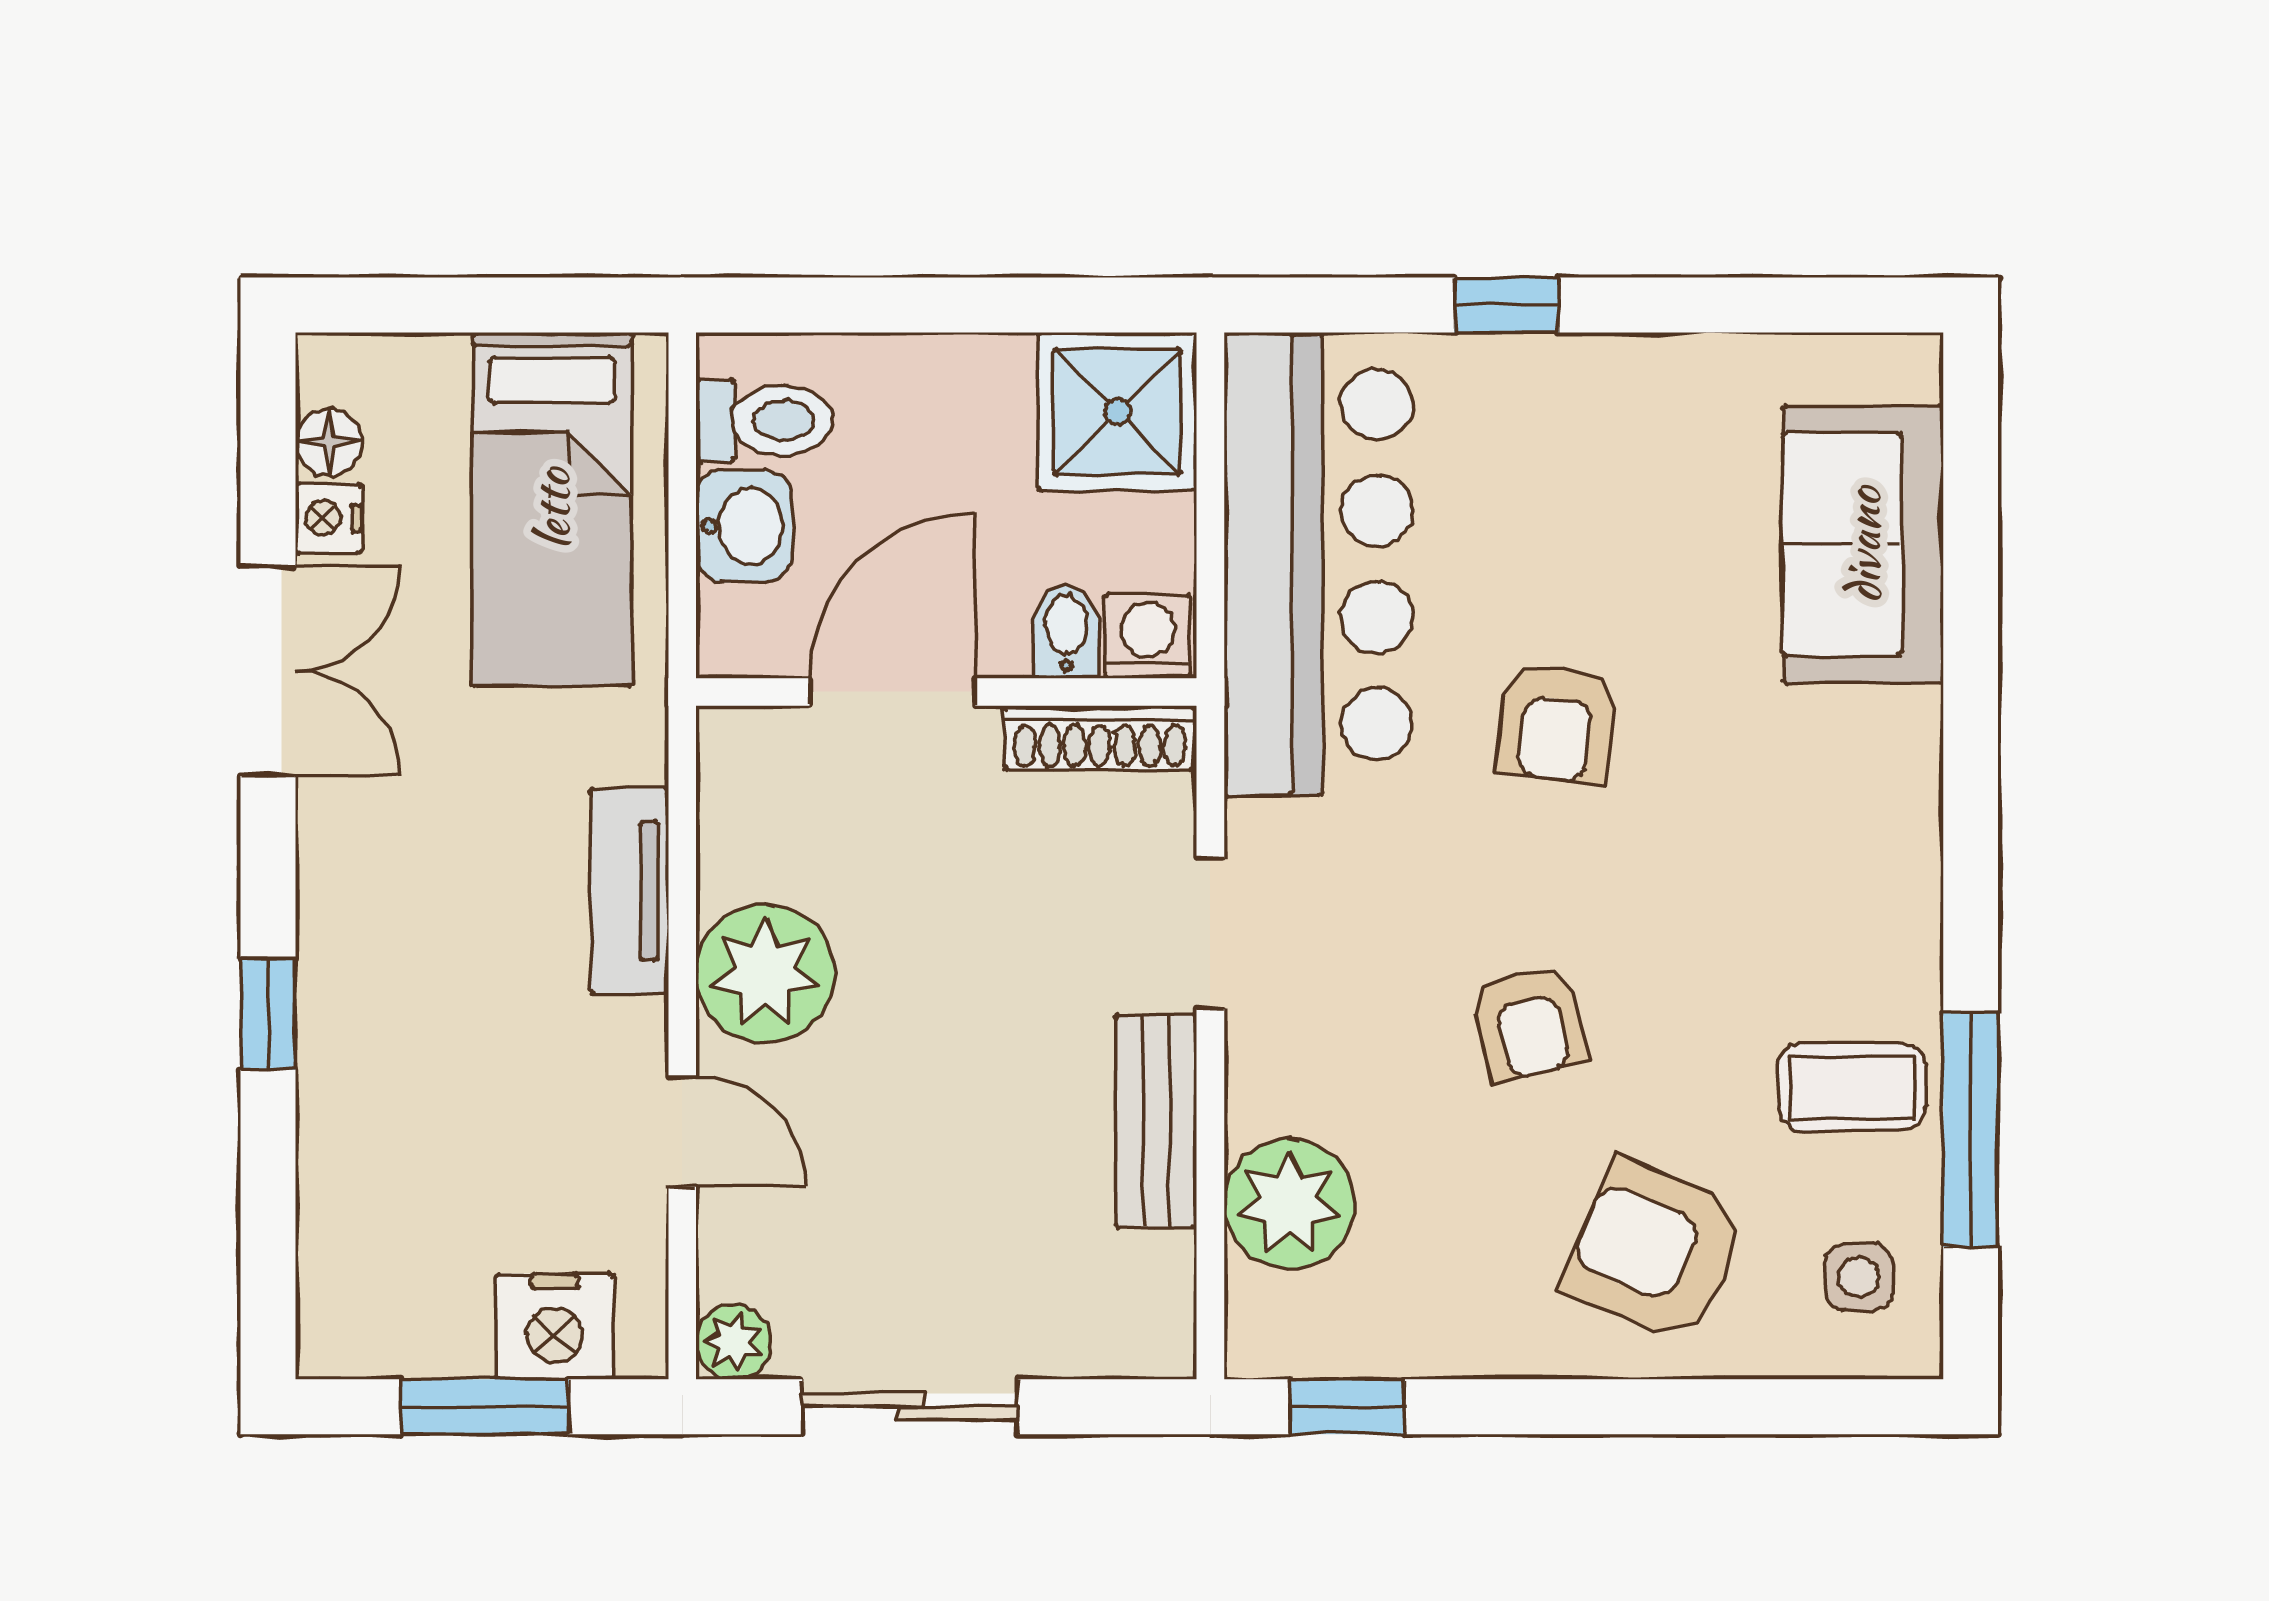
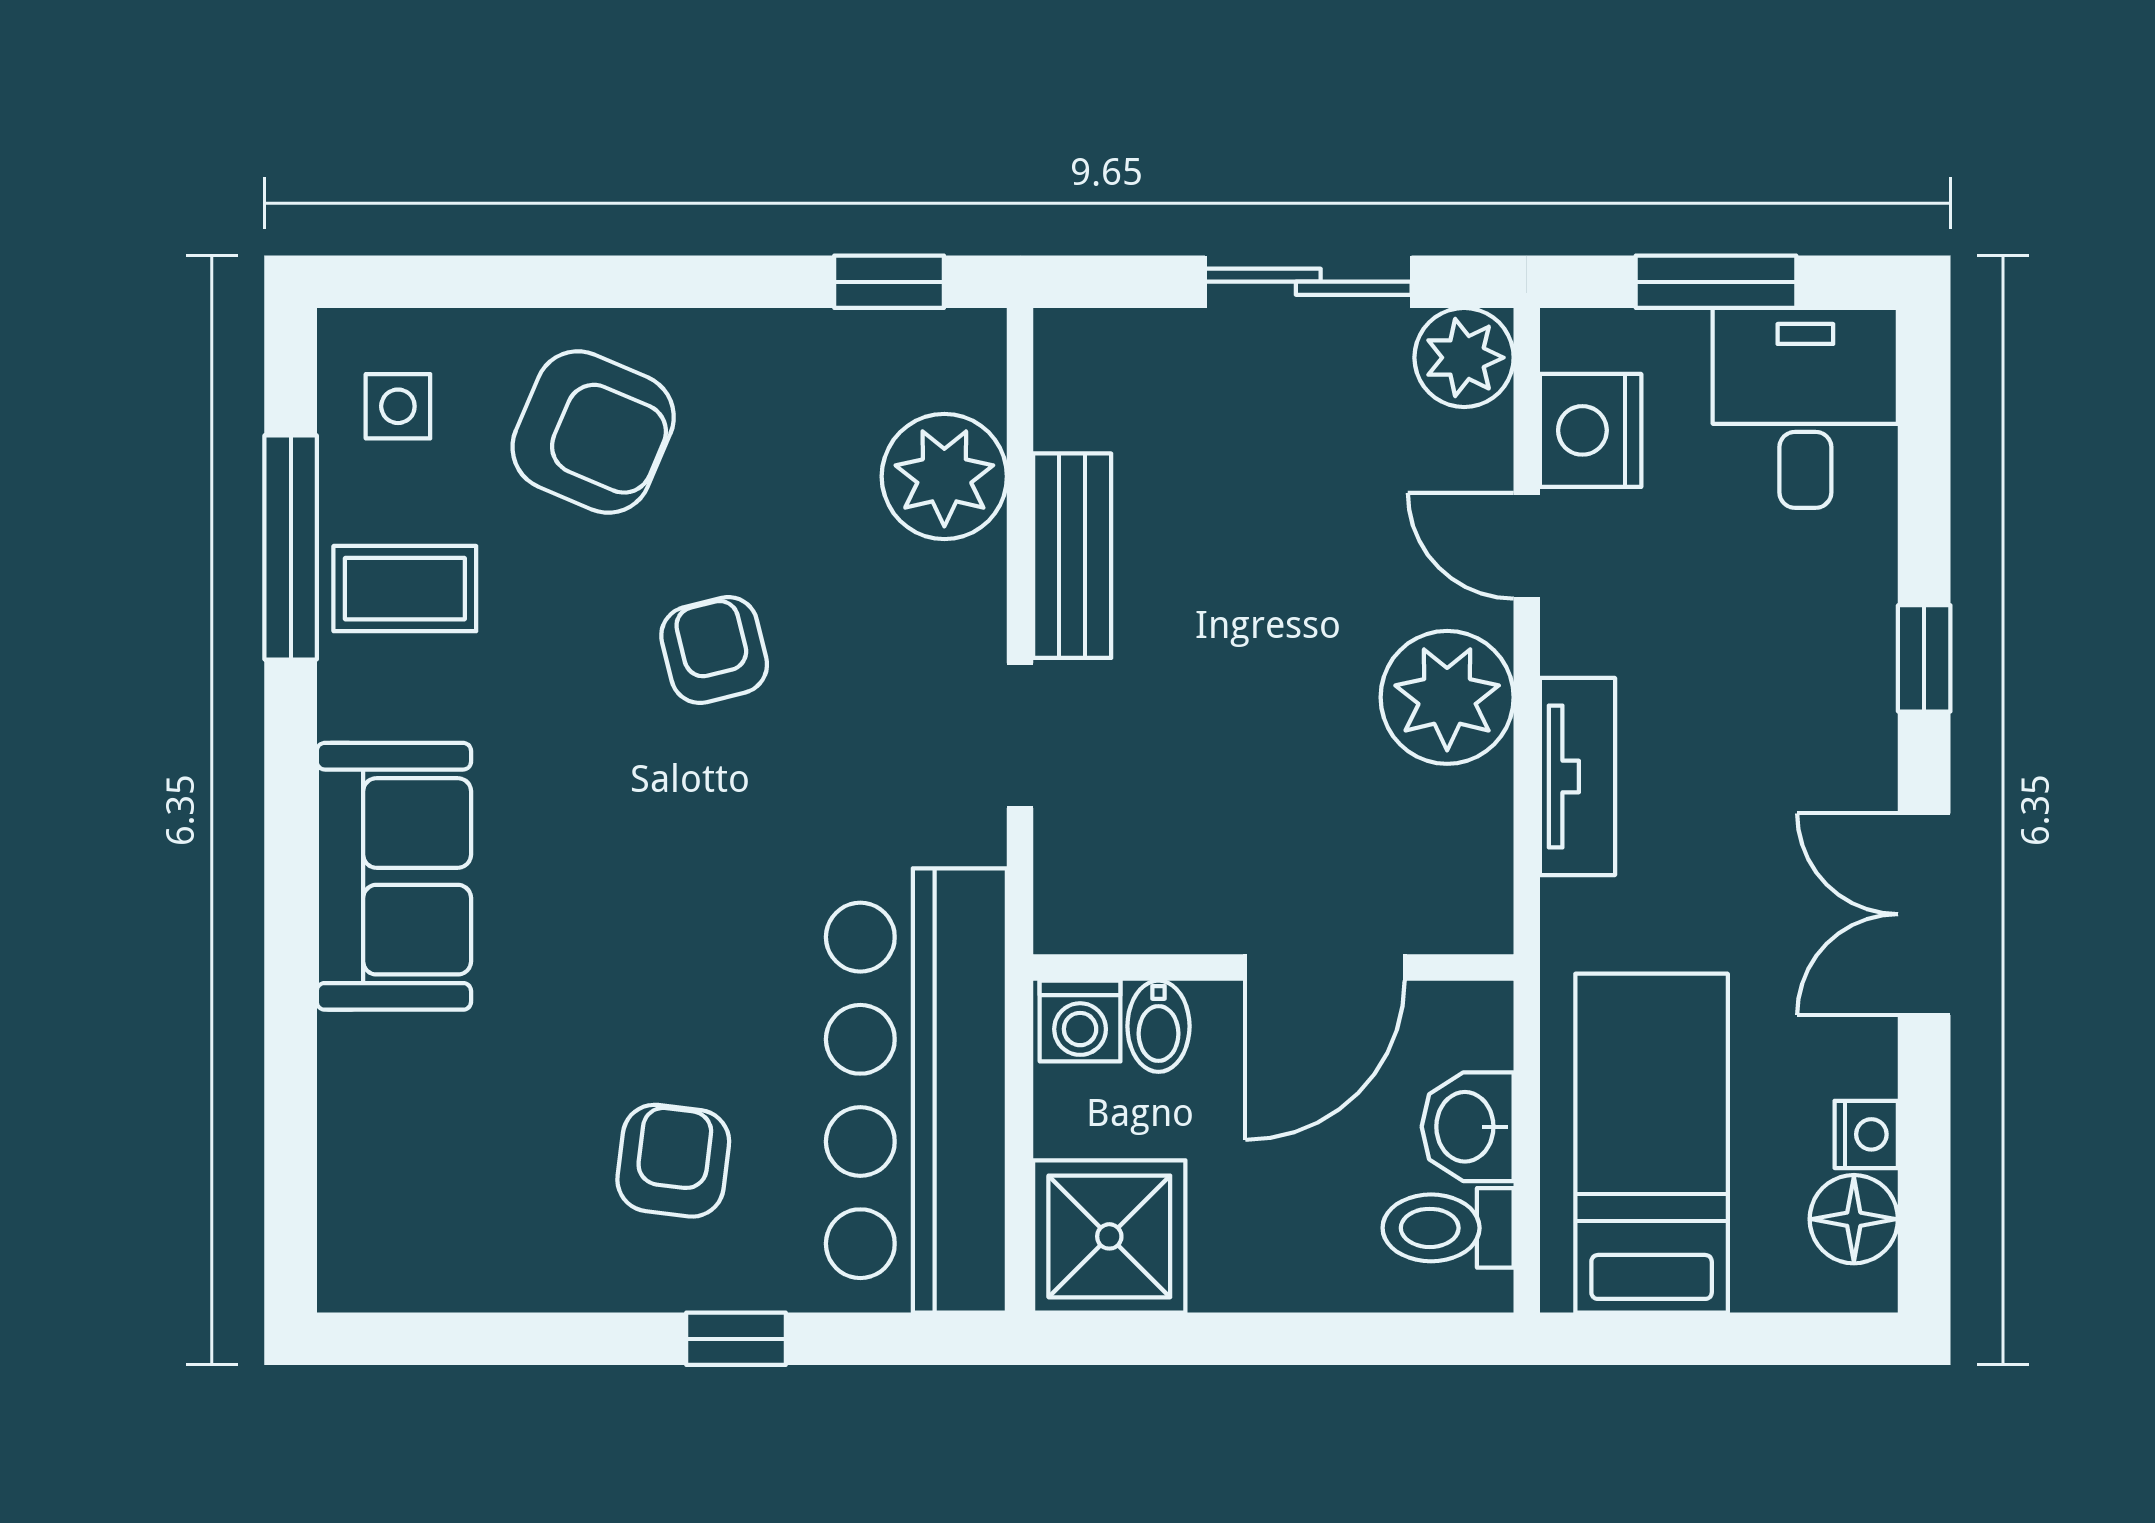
floor lamp: (329, 442) -> (1854, 1219), width x1.37, depth x1.37
sofa: (1863, 545) -> (394, 876), moved
double door: (268, 671) -> (1924, 914), moved
armchair: (1557, 724) -> (673, 1161), moved
shoe rack: (1100, 738) -> (1126, 923), removed
desk: (392, 1275) -> (1805, 408), added
nightstand: (555, 1327) -> (1591, 430), moved, turned -90
plant: (733, 1342) -> (1464, 358), width x1.38, depth x1.38

